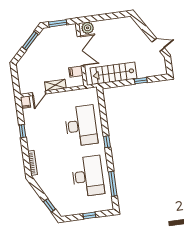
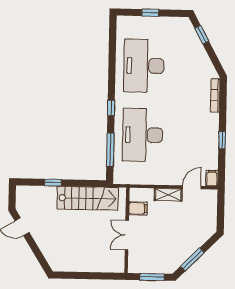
plant: (88, 28) -> (113, 265), removed
double door: (81, 51) -> (127, 235), width x0.73
window: (113, 184) -> (110, 150), moved

